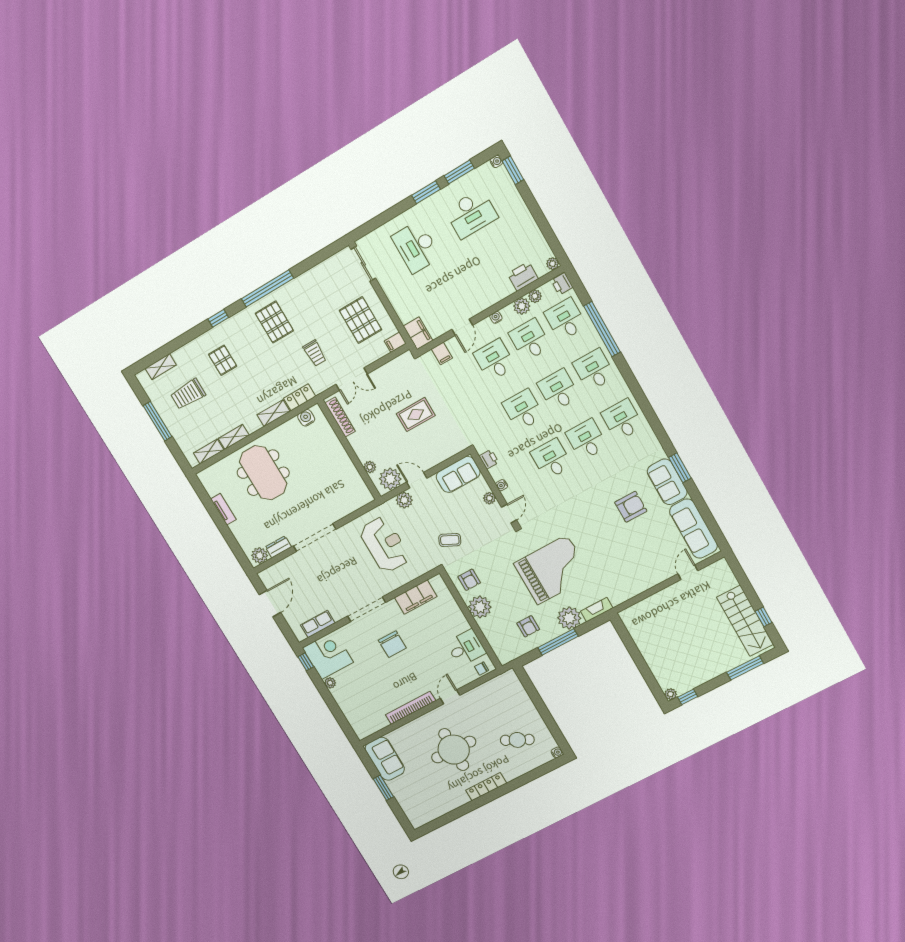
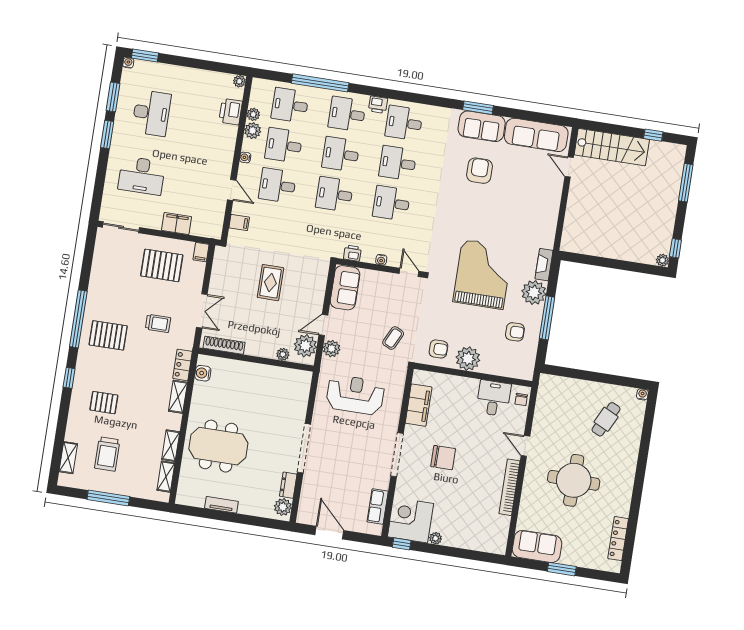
printer: (562, 284) -> (378, 105), moved
filing cabinet: (418, 333) -> (177, 224), moved
plant: (489, 498) -> (384, 278), removed
stairs: (745, 621) -> (612, 147), moved
locker: (486, 787) -> (618, 539), moved

